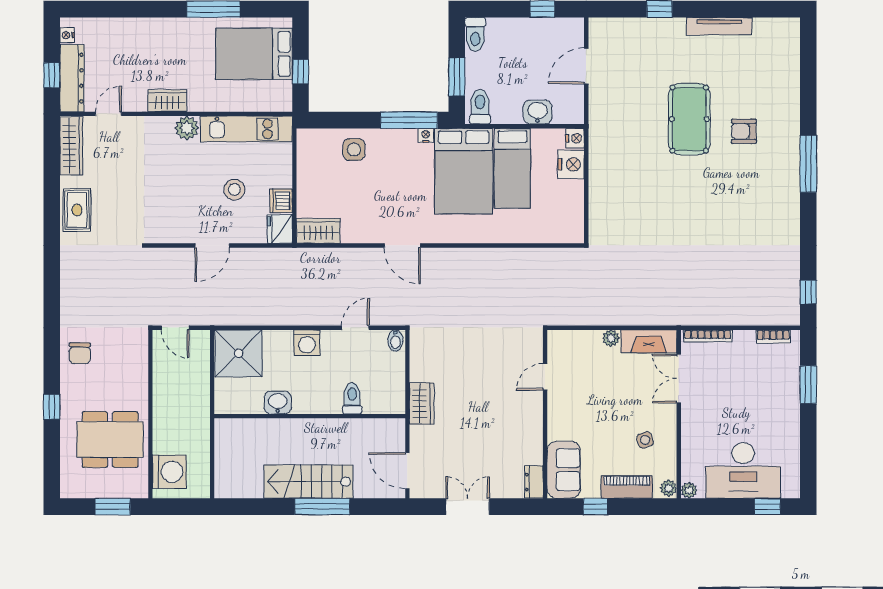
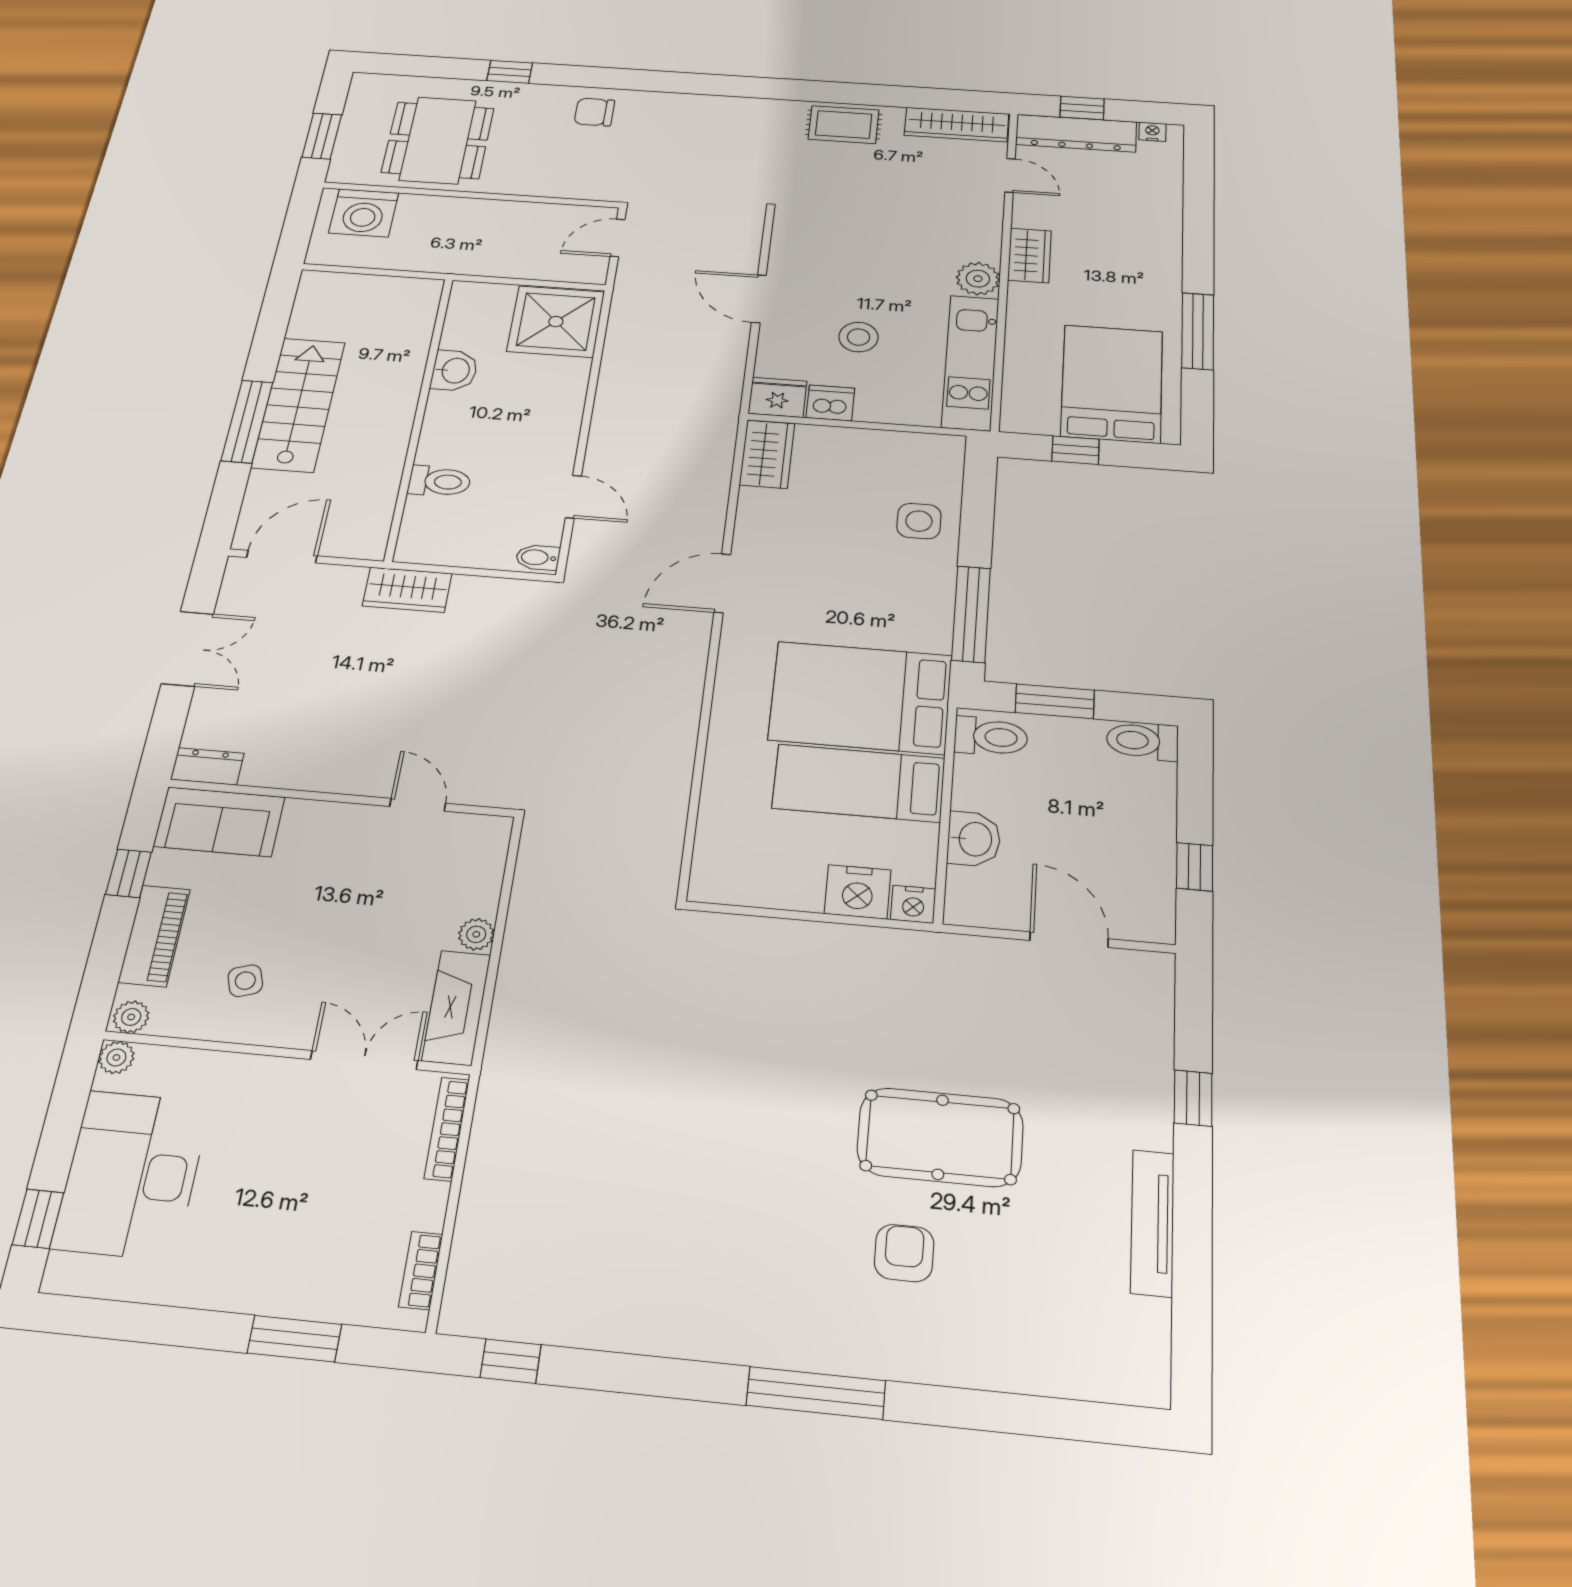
nightstand: (426, 135) -> (938, 639), removed
washing machine: (307, 343) -> (558, 421), removed

